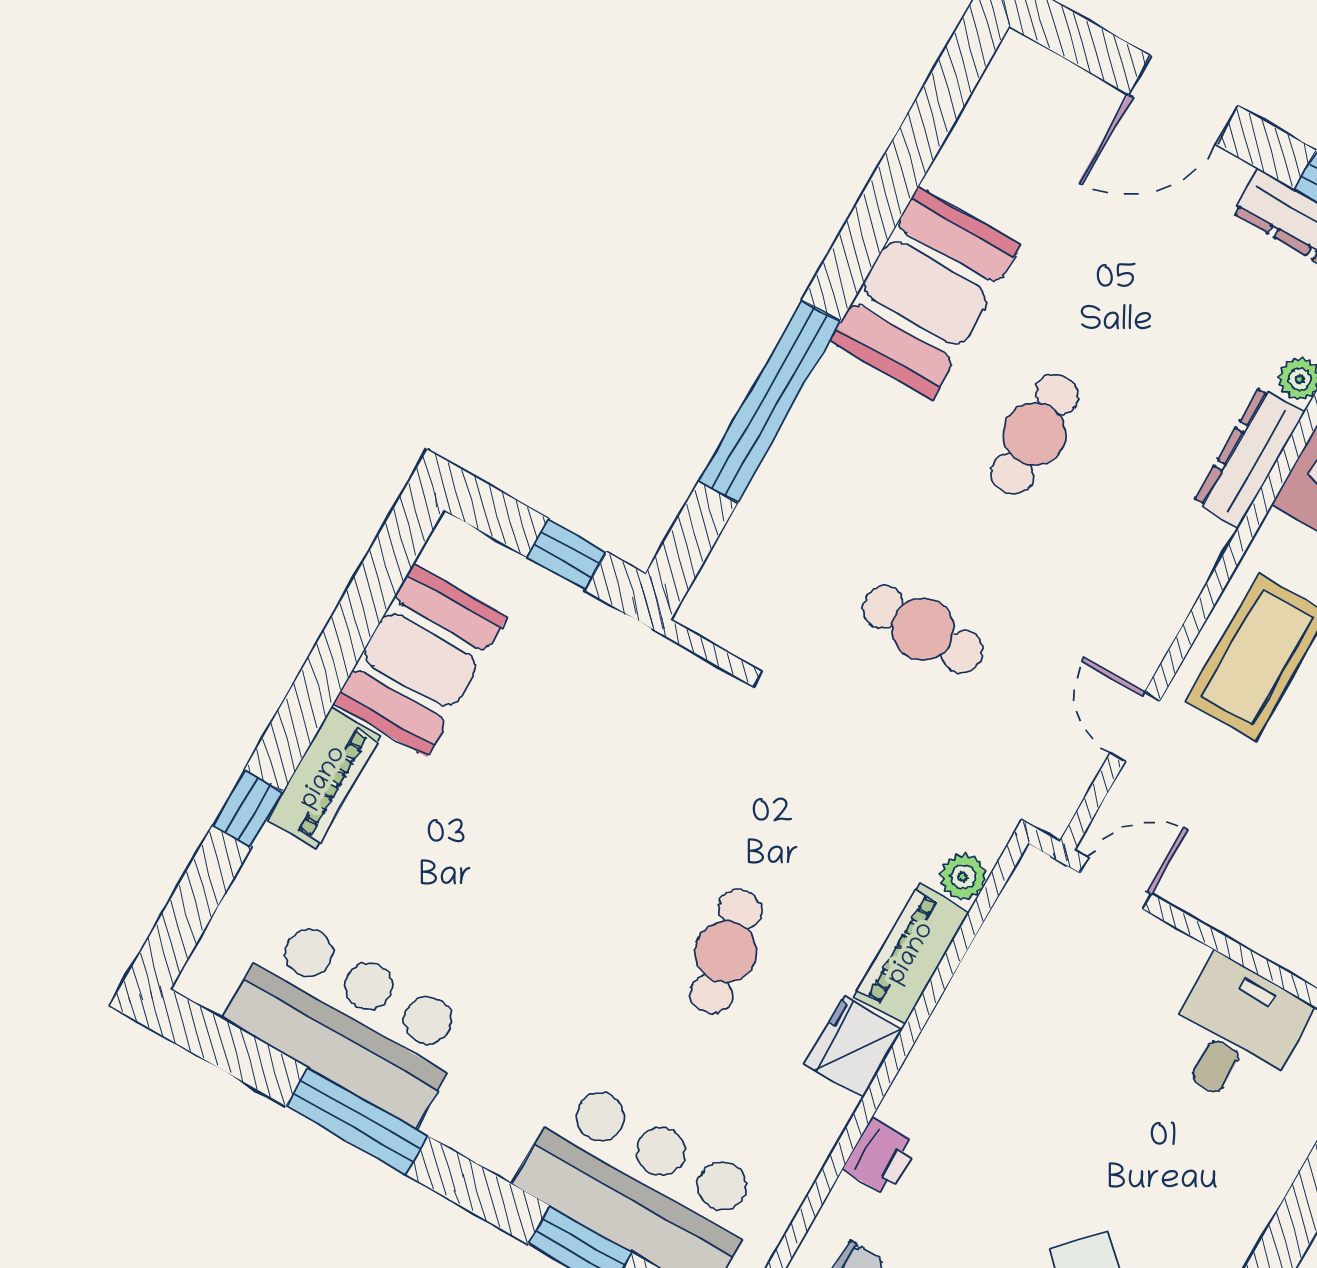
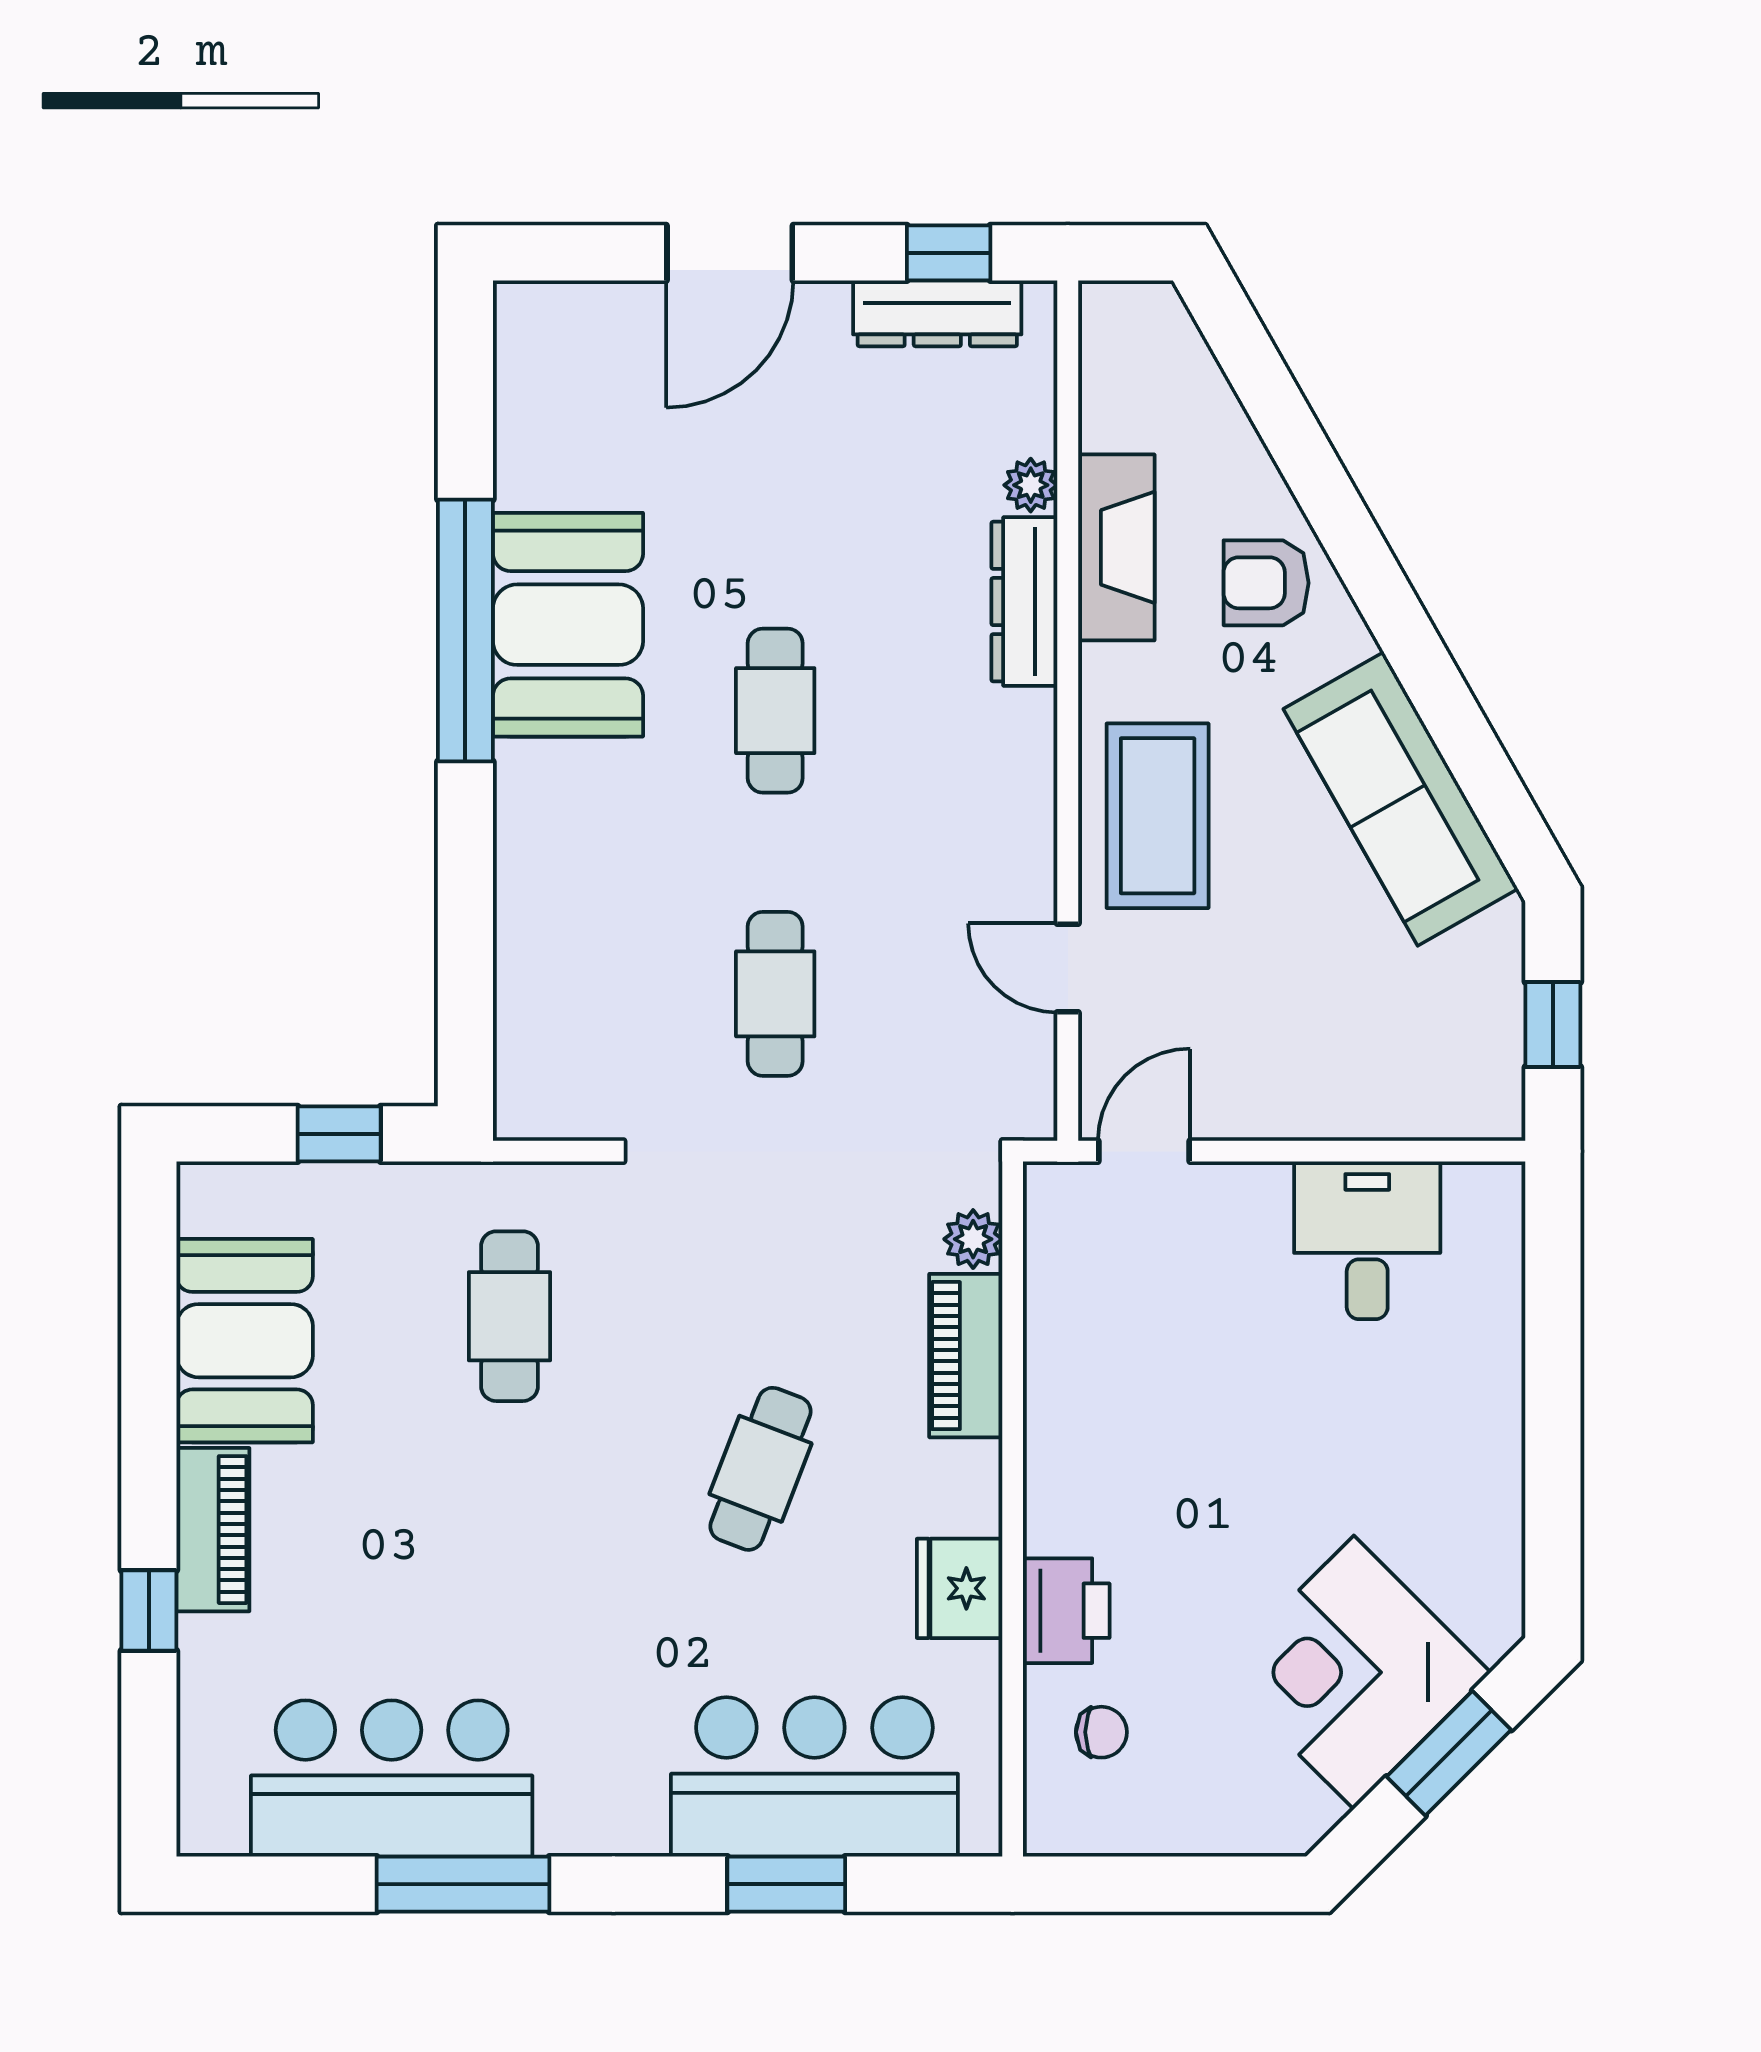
window: (770, 401) -> (465, 631), moved
cafe table: (923, 630) -> (775, 994), turned 90
cafe table: (613, 747) -> (509, 1316), added
cafe table: (726, 952) -> (760, 1469), turned 32
fridge: (854, 1046) -> (960, 1588), moved
printer: (881, 1157) -> (1066, 1611), width x1.36, depth x1.24

